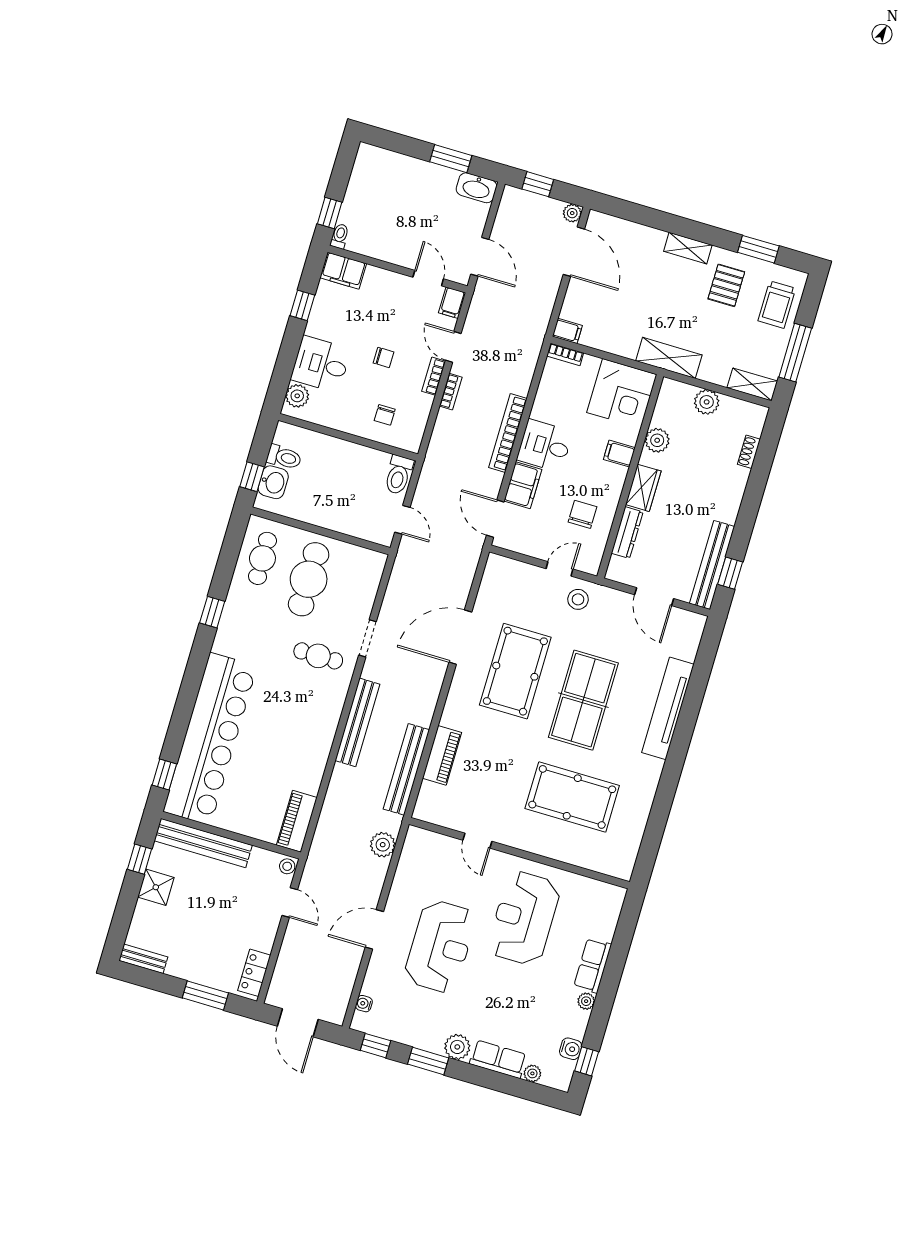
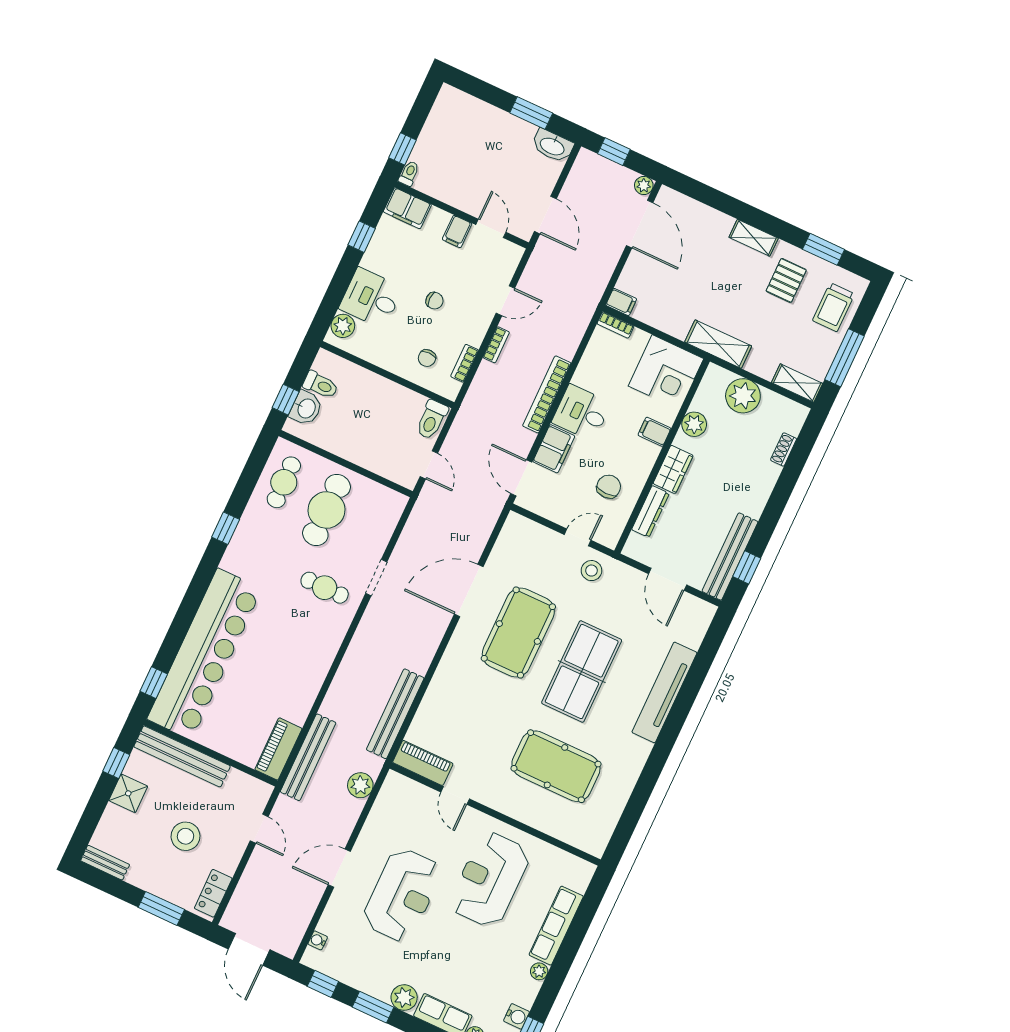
filing cabinet: (452, 303) -> (457, 231), moved
door: (453, 347) -> (505, 301), swing flipped
bookcase: (434, 376) -> (465, 363), moved
plant: (707, 402) -> (743, 396), width x1.36, depth x1.36
bench: (357, 722) -> (308, 757), moved
piano: (442, 755) -> (423, 763), moved, turned -90
stool: (287, 866) -> (186, 836), moved, width x1.89, depth x1.89
row of seats: (593, 965) -> (556, 926), width x1.48

